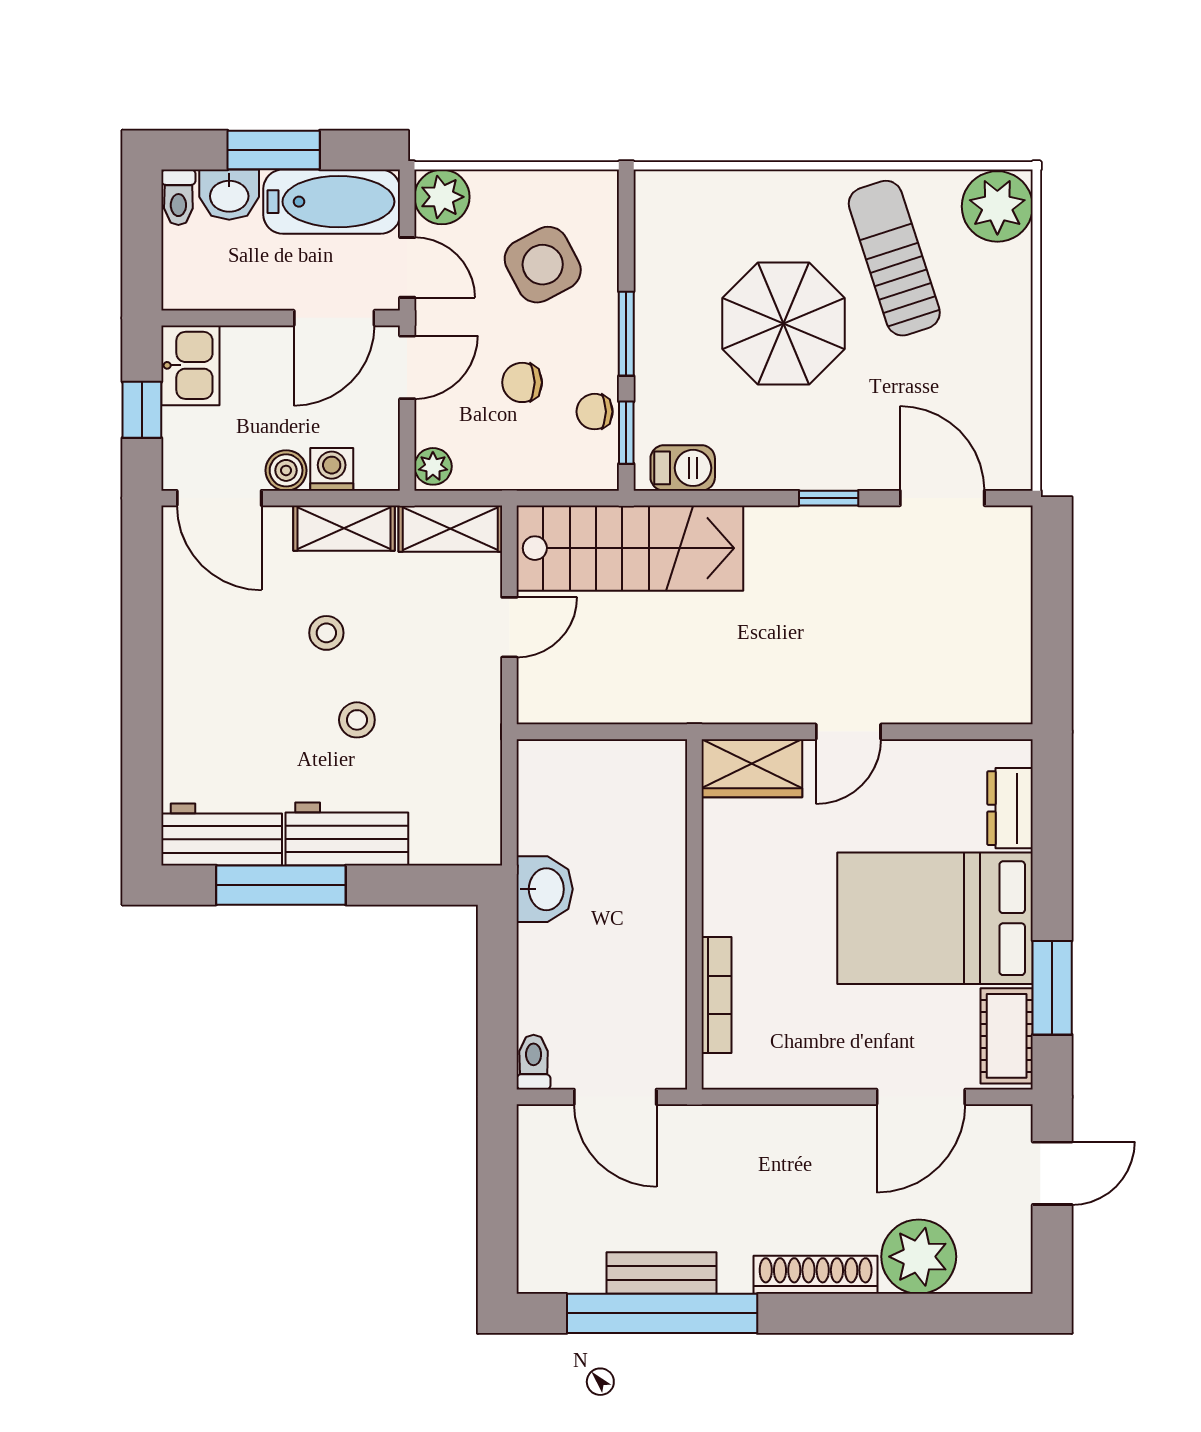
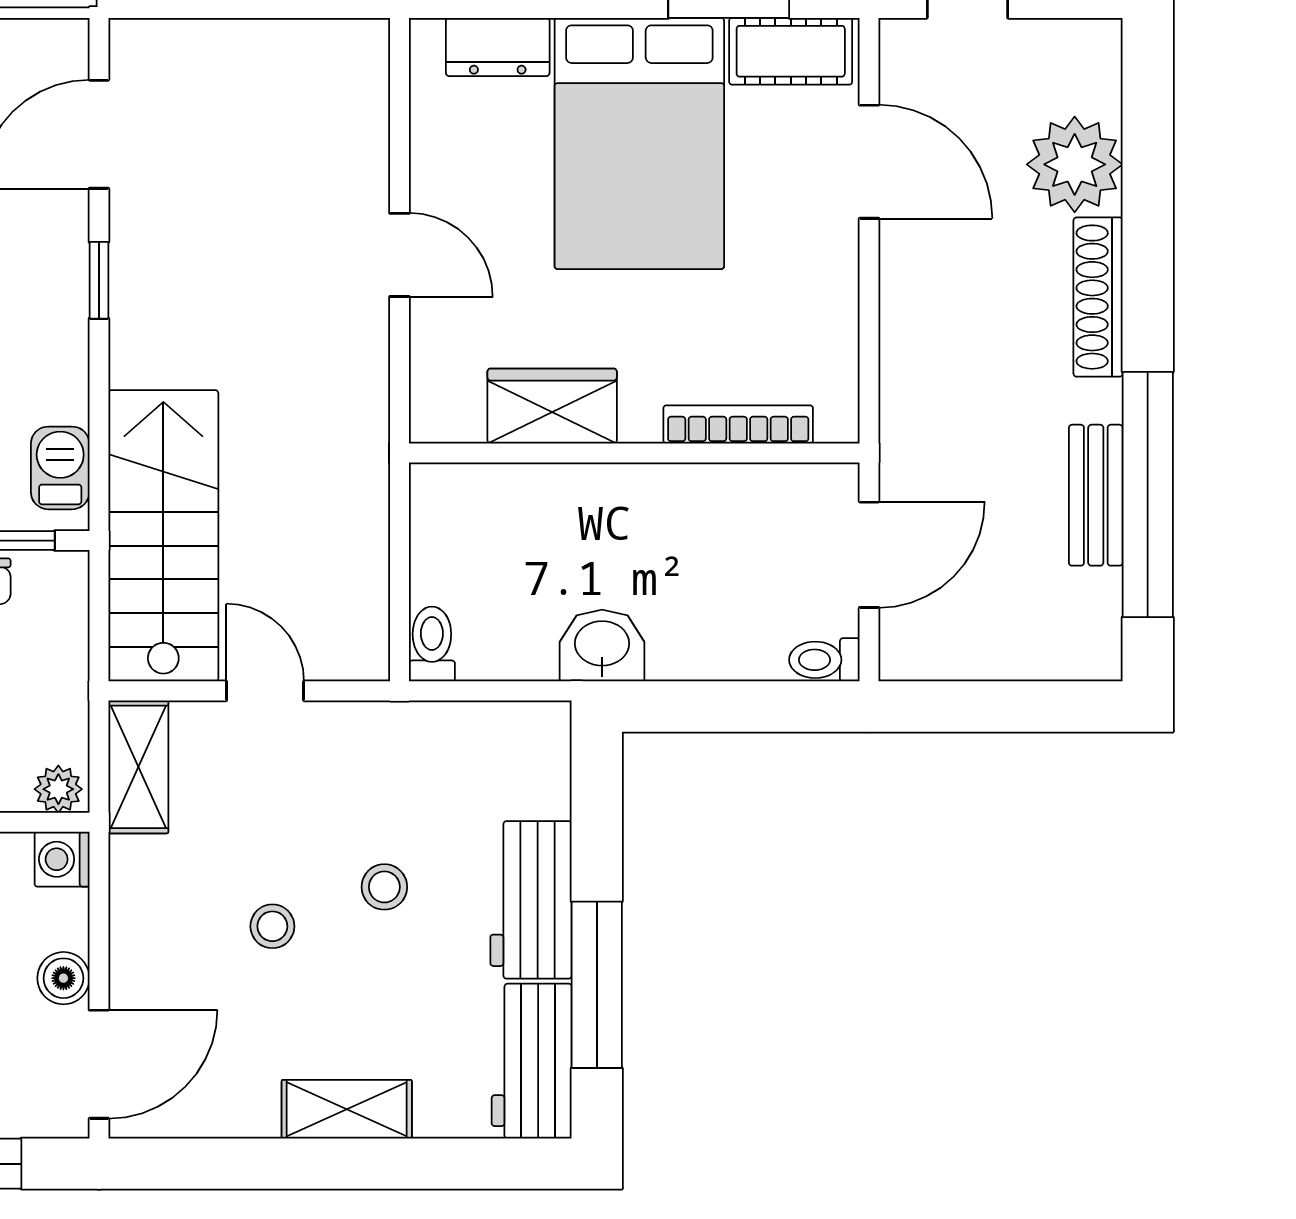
washing machine: (332, 469) -> (62, 859), moved
shelving: (344, 528) -> (347, 1109), moved, turned 90
toilet: (546, 757) -> (432, 644), added
wardrobe: (752, 768) -> (552, 406), moved, turned -90

